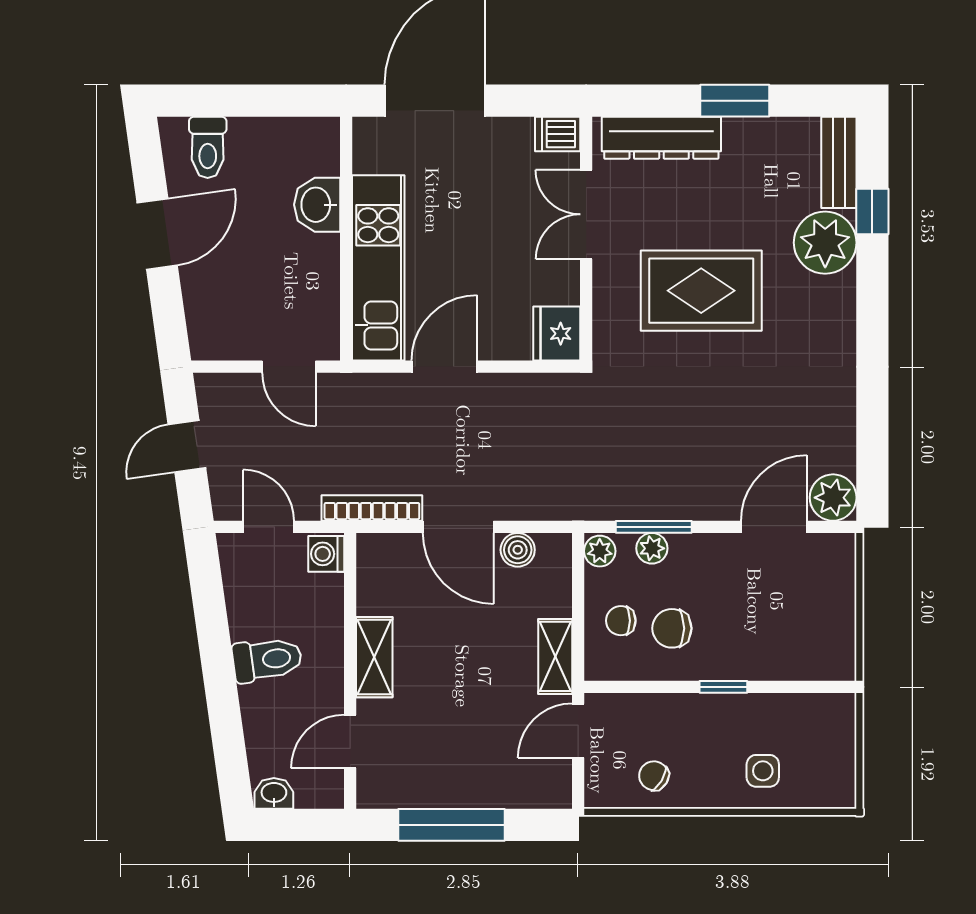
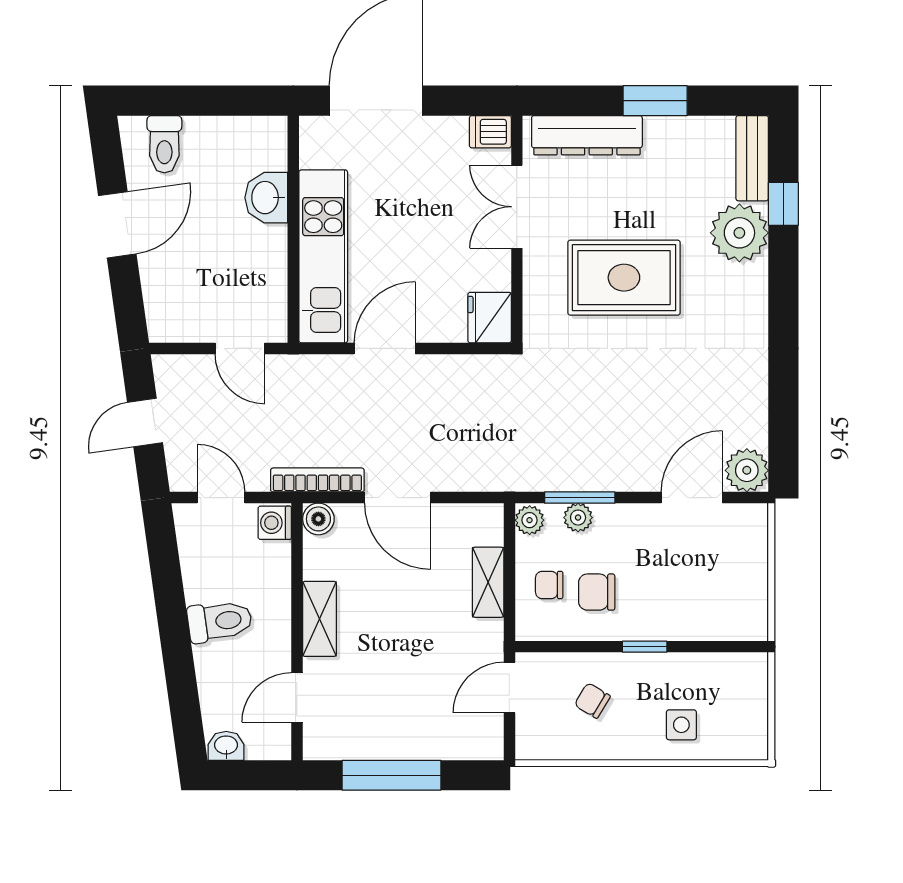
boiler: (518, 550) -> (318, 519), moved
shelving: (555, 656) -> (488, 582), moved
chair: (654, 776) -> (592, 701), moved

